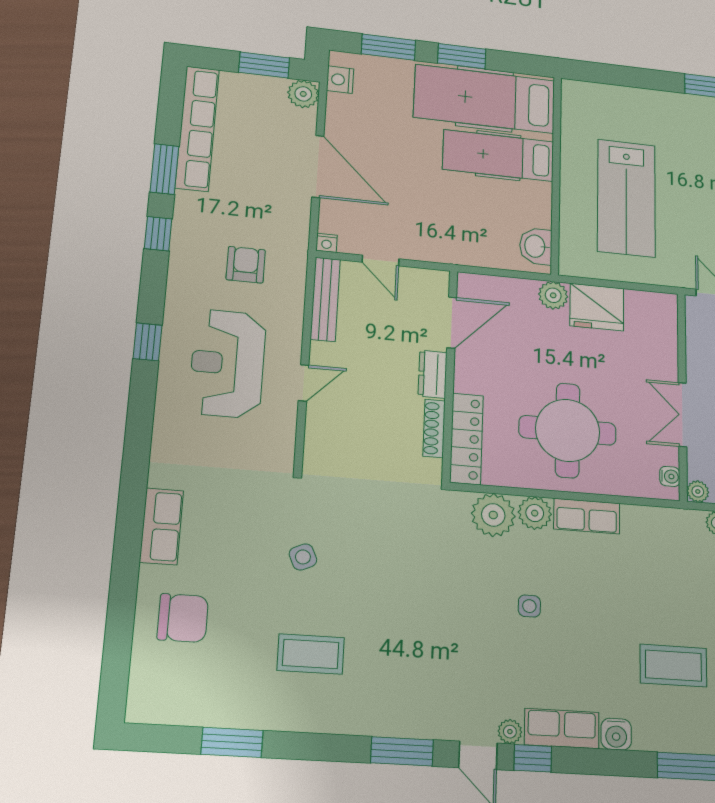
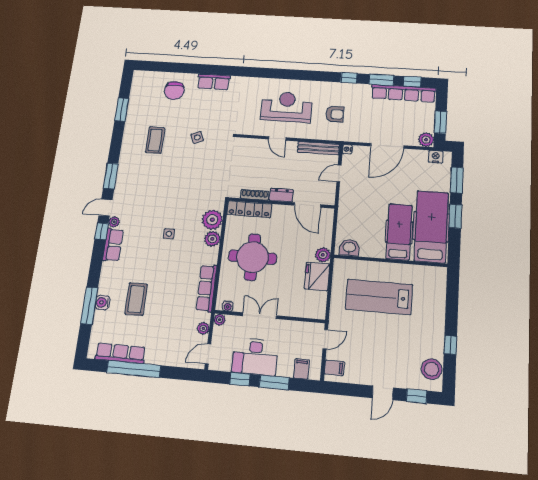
window: (148, 342) -> (412, 82), moved
row of seats: (587, 516) -> (207, 288), moved, width x1.48
water cooler: (616, 734) -> (103, 303), moved

